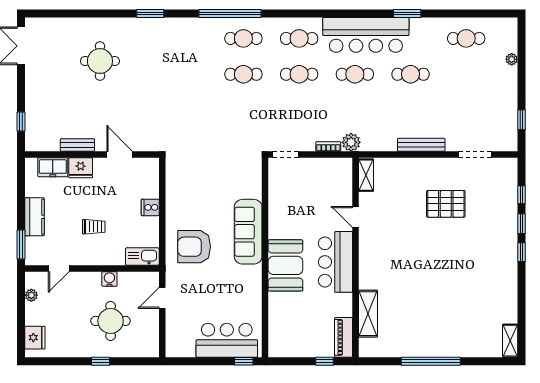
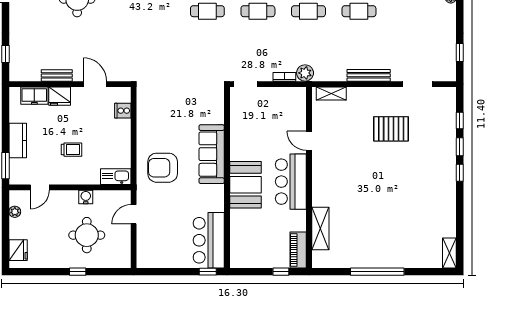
shelving: (366, 175) -> (331, 94), moved, turned 90
cooker: (150, 207) -> (123, 111), moved
bar counter: (227, 340) -> (209, 240), moved, turned -90

